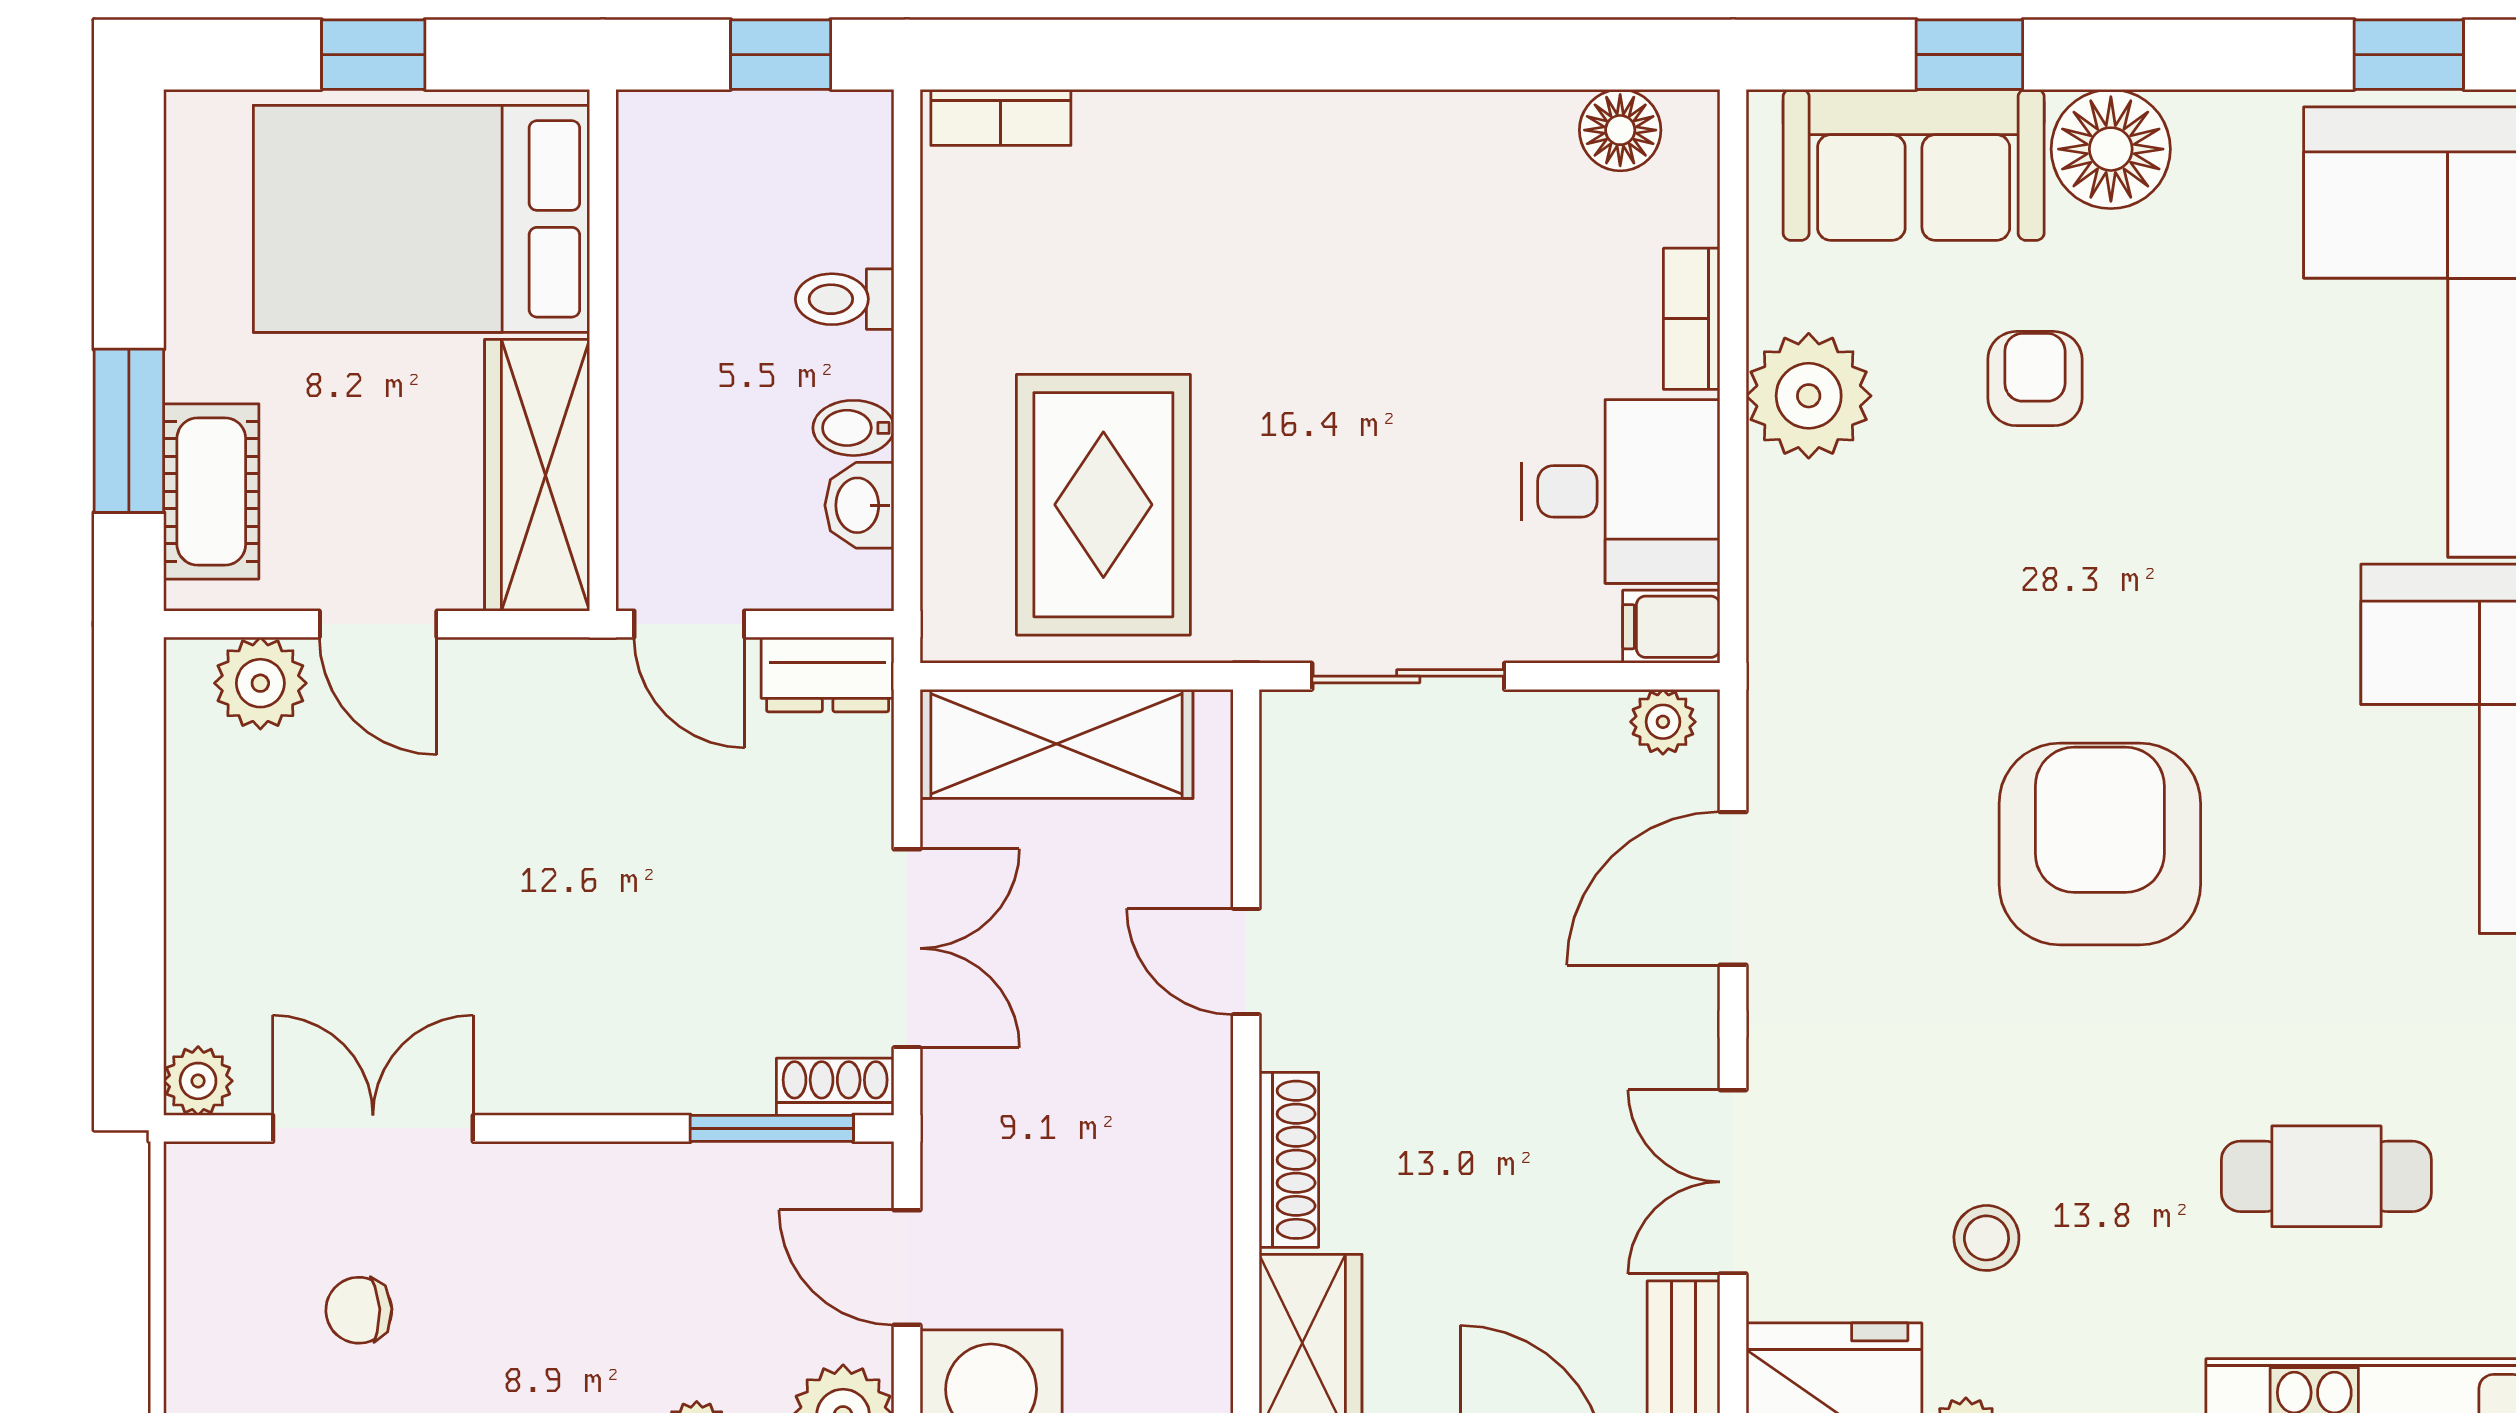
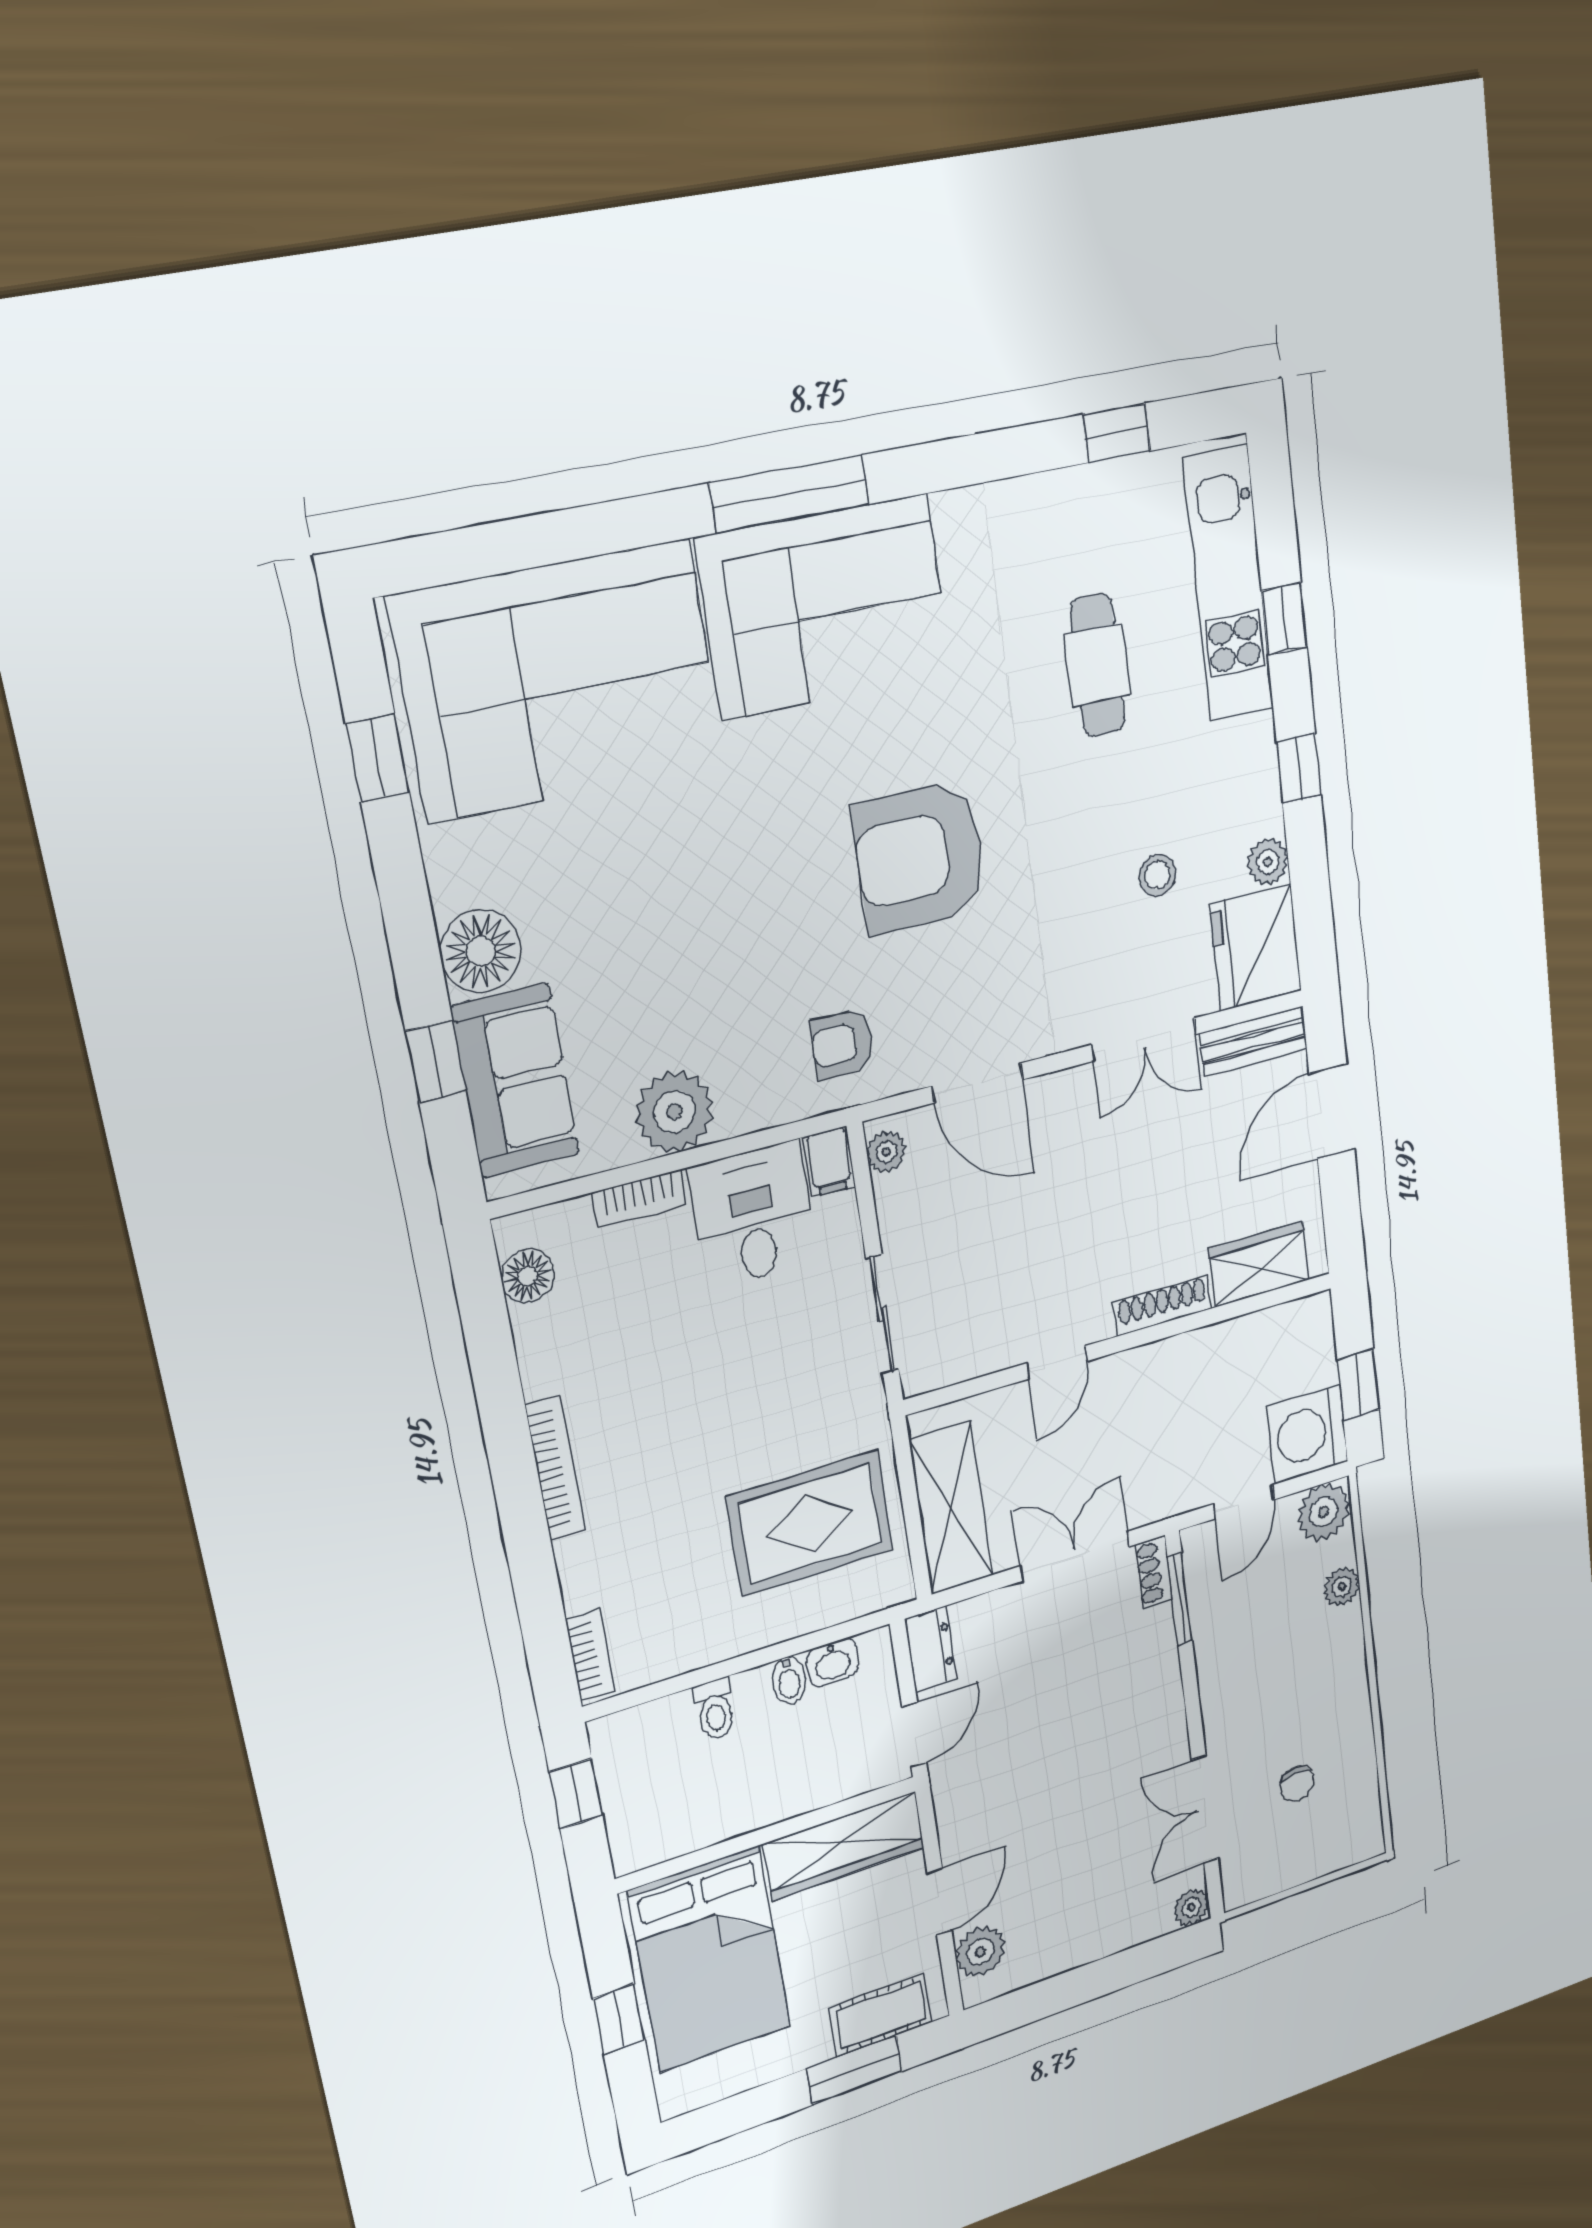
bookcase: (1315, 118) -> (555, 1468), added
armchair: (2035, 379) -> (842, 1044), moved

